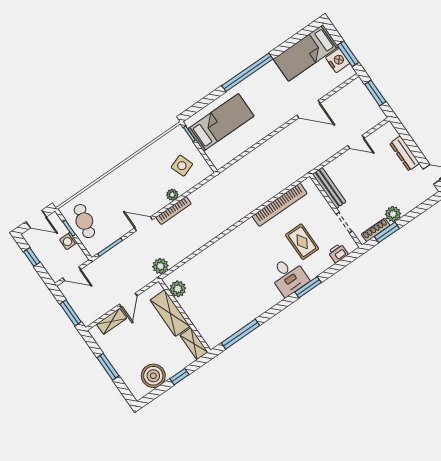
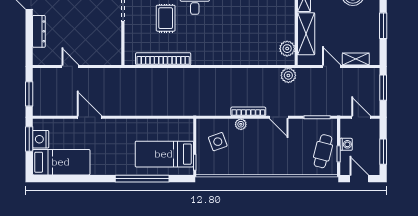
window: (247, 72) -> (142, 179), moved
bench: (329, 188) -> (116, 45), removed
window: (32, 257) -> (383, 152), width x1.50
door: (128, 300) -> (332, 66), hinge flipped

